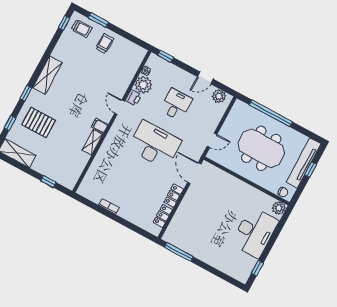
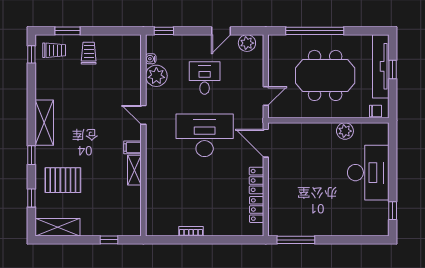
printer: (133, 98) -> (153, 96), removed
plant: (279, 208) -> (345, 131), moved

